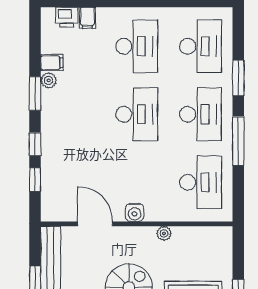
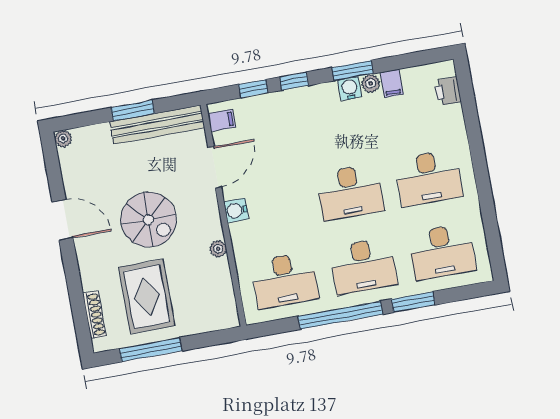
filing cabinet: (87, 18) -> (222, 120), moved, turned 180
water cooler: (50, 99) -> (350, 88), added
window: (238, 141) -> (340, 315), width x1.46

